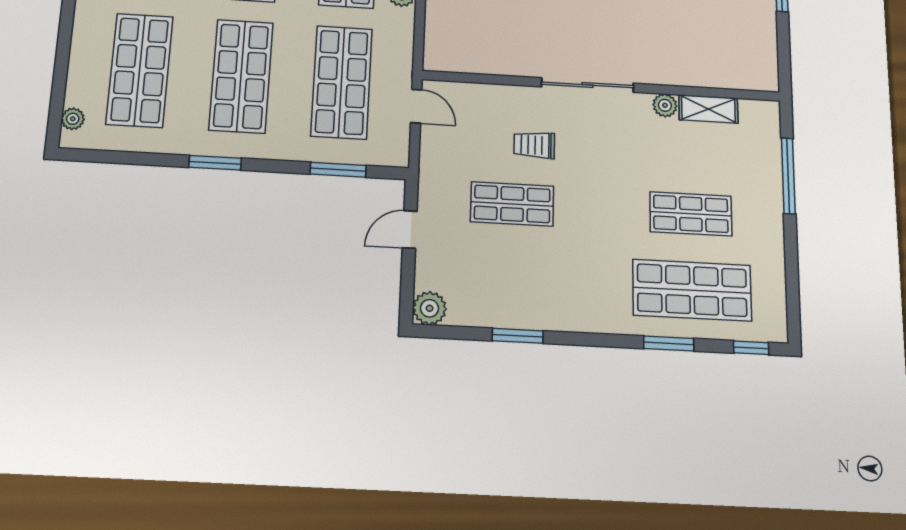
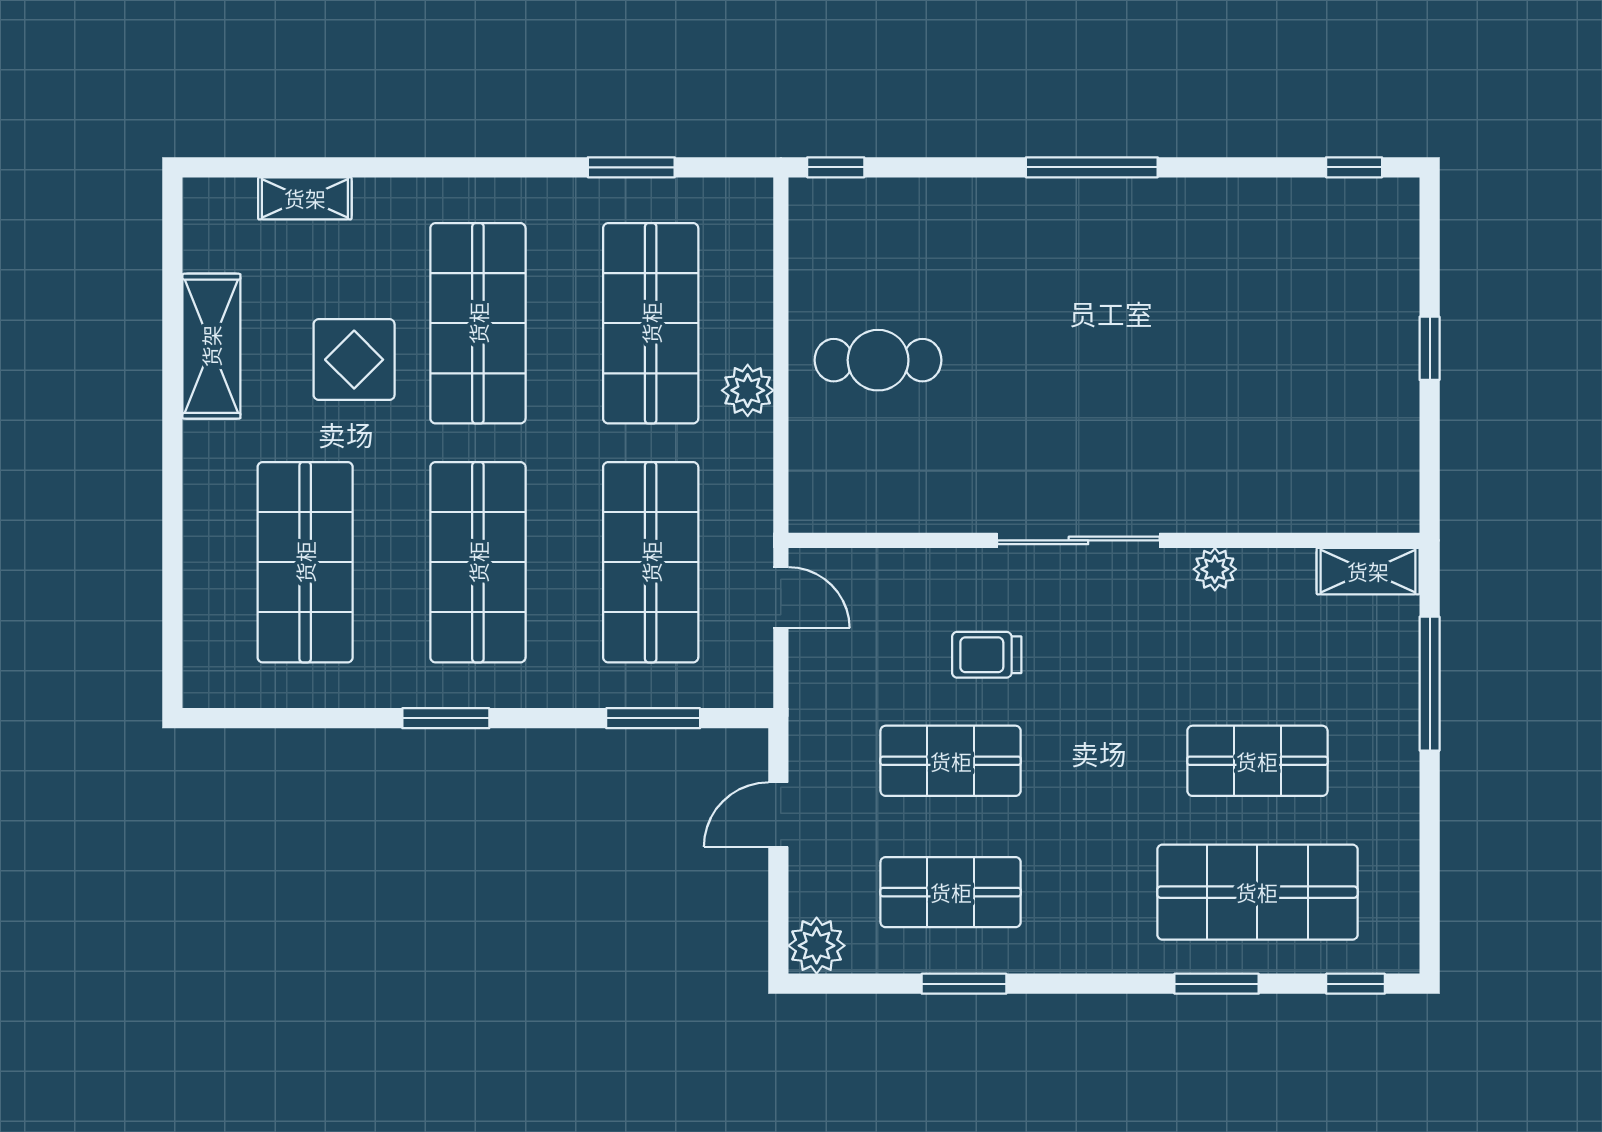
shelving: (708, 109) -> (1368, 571), moved
plant: (73, 119) -> (202, 656), removed
shop shelf: (511, 281) -> (951, 892), added

